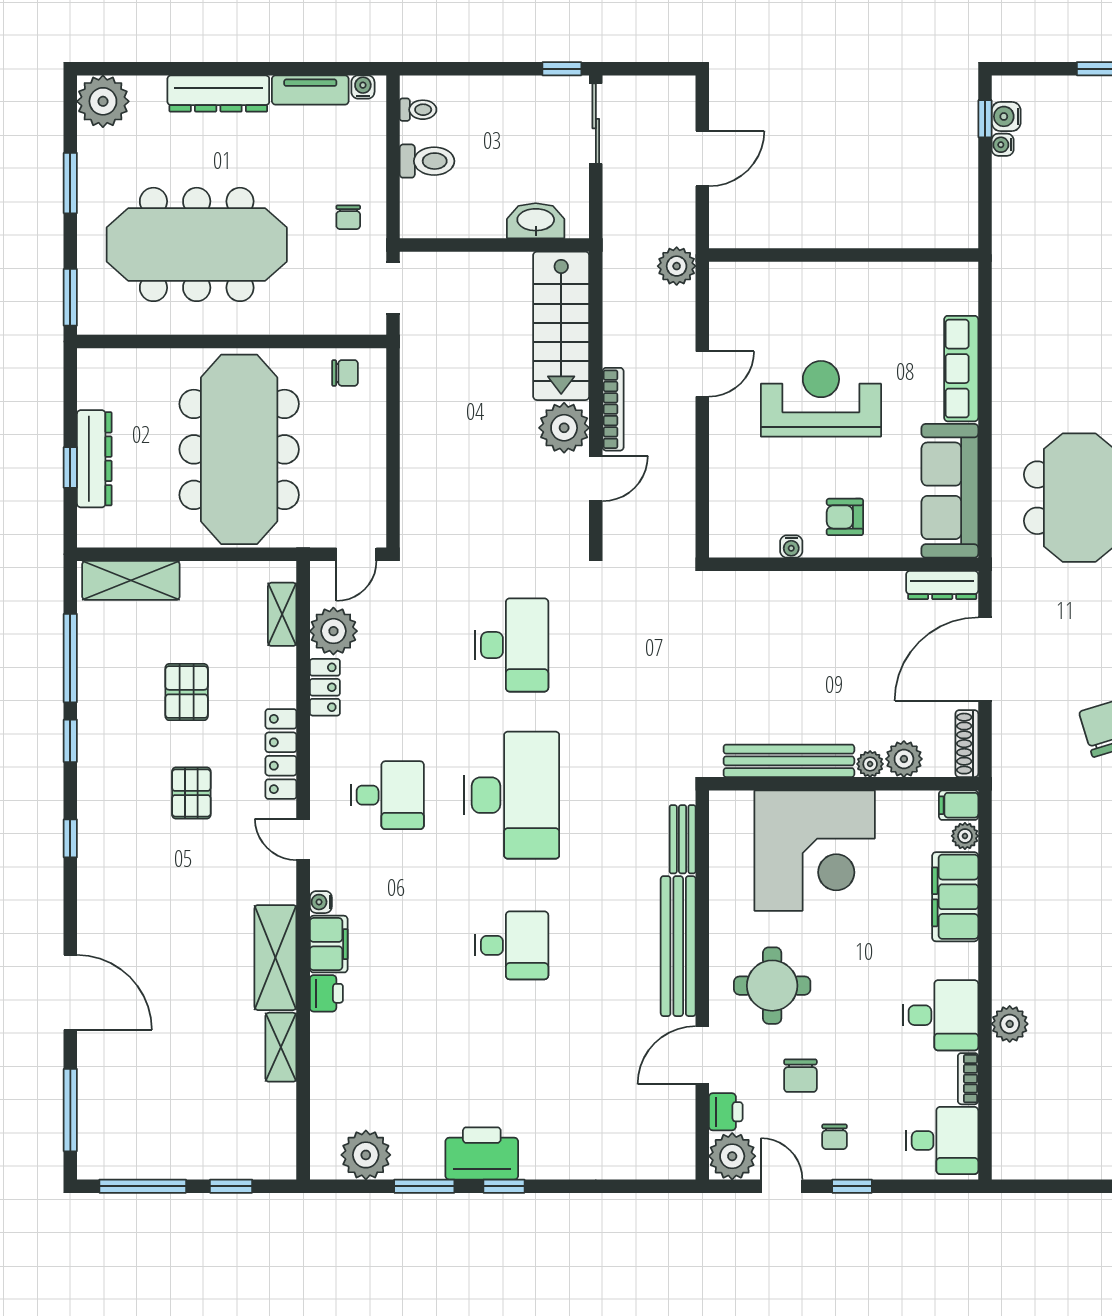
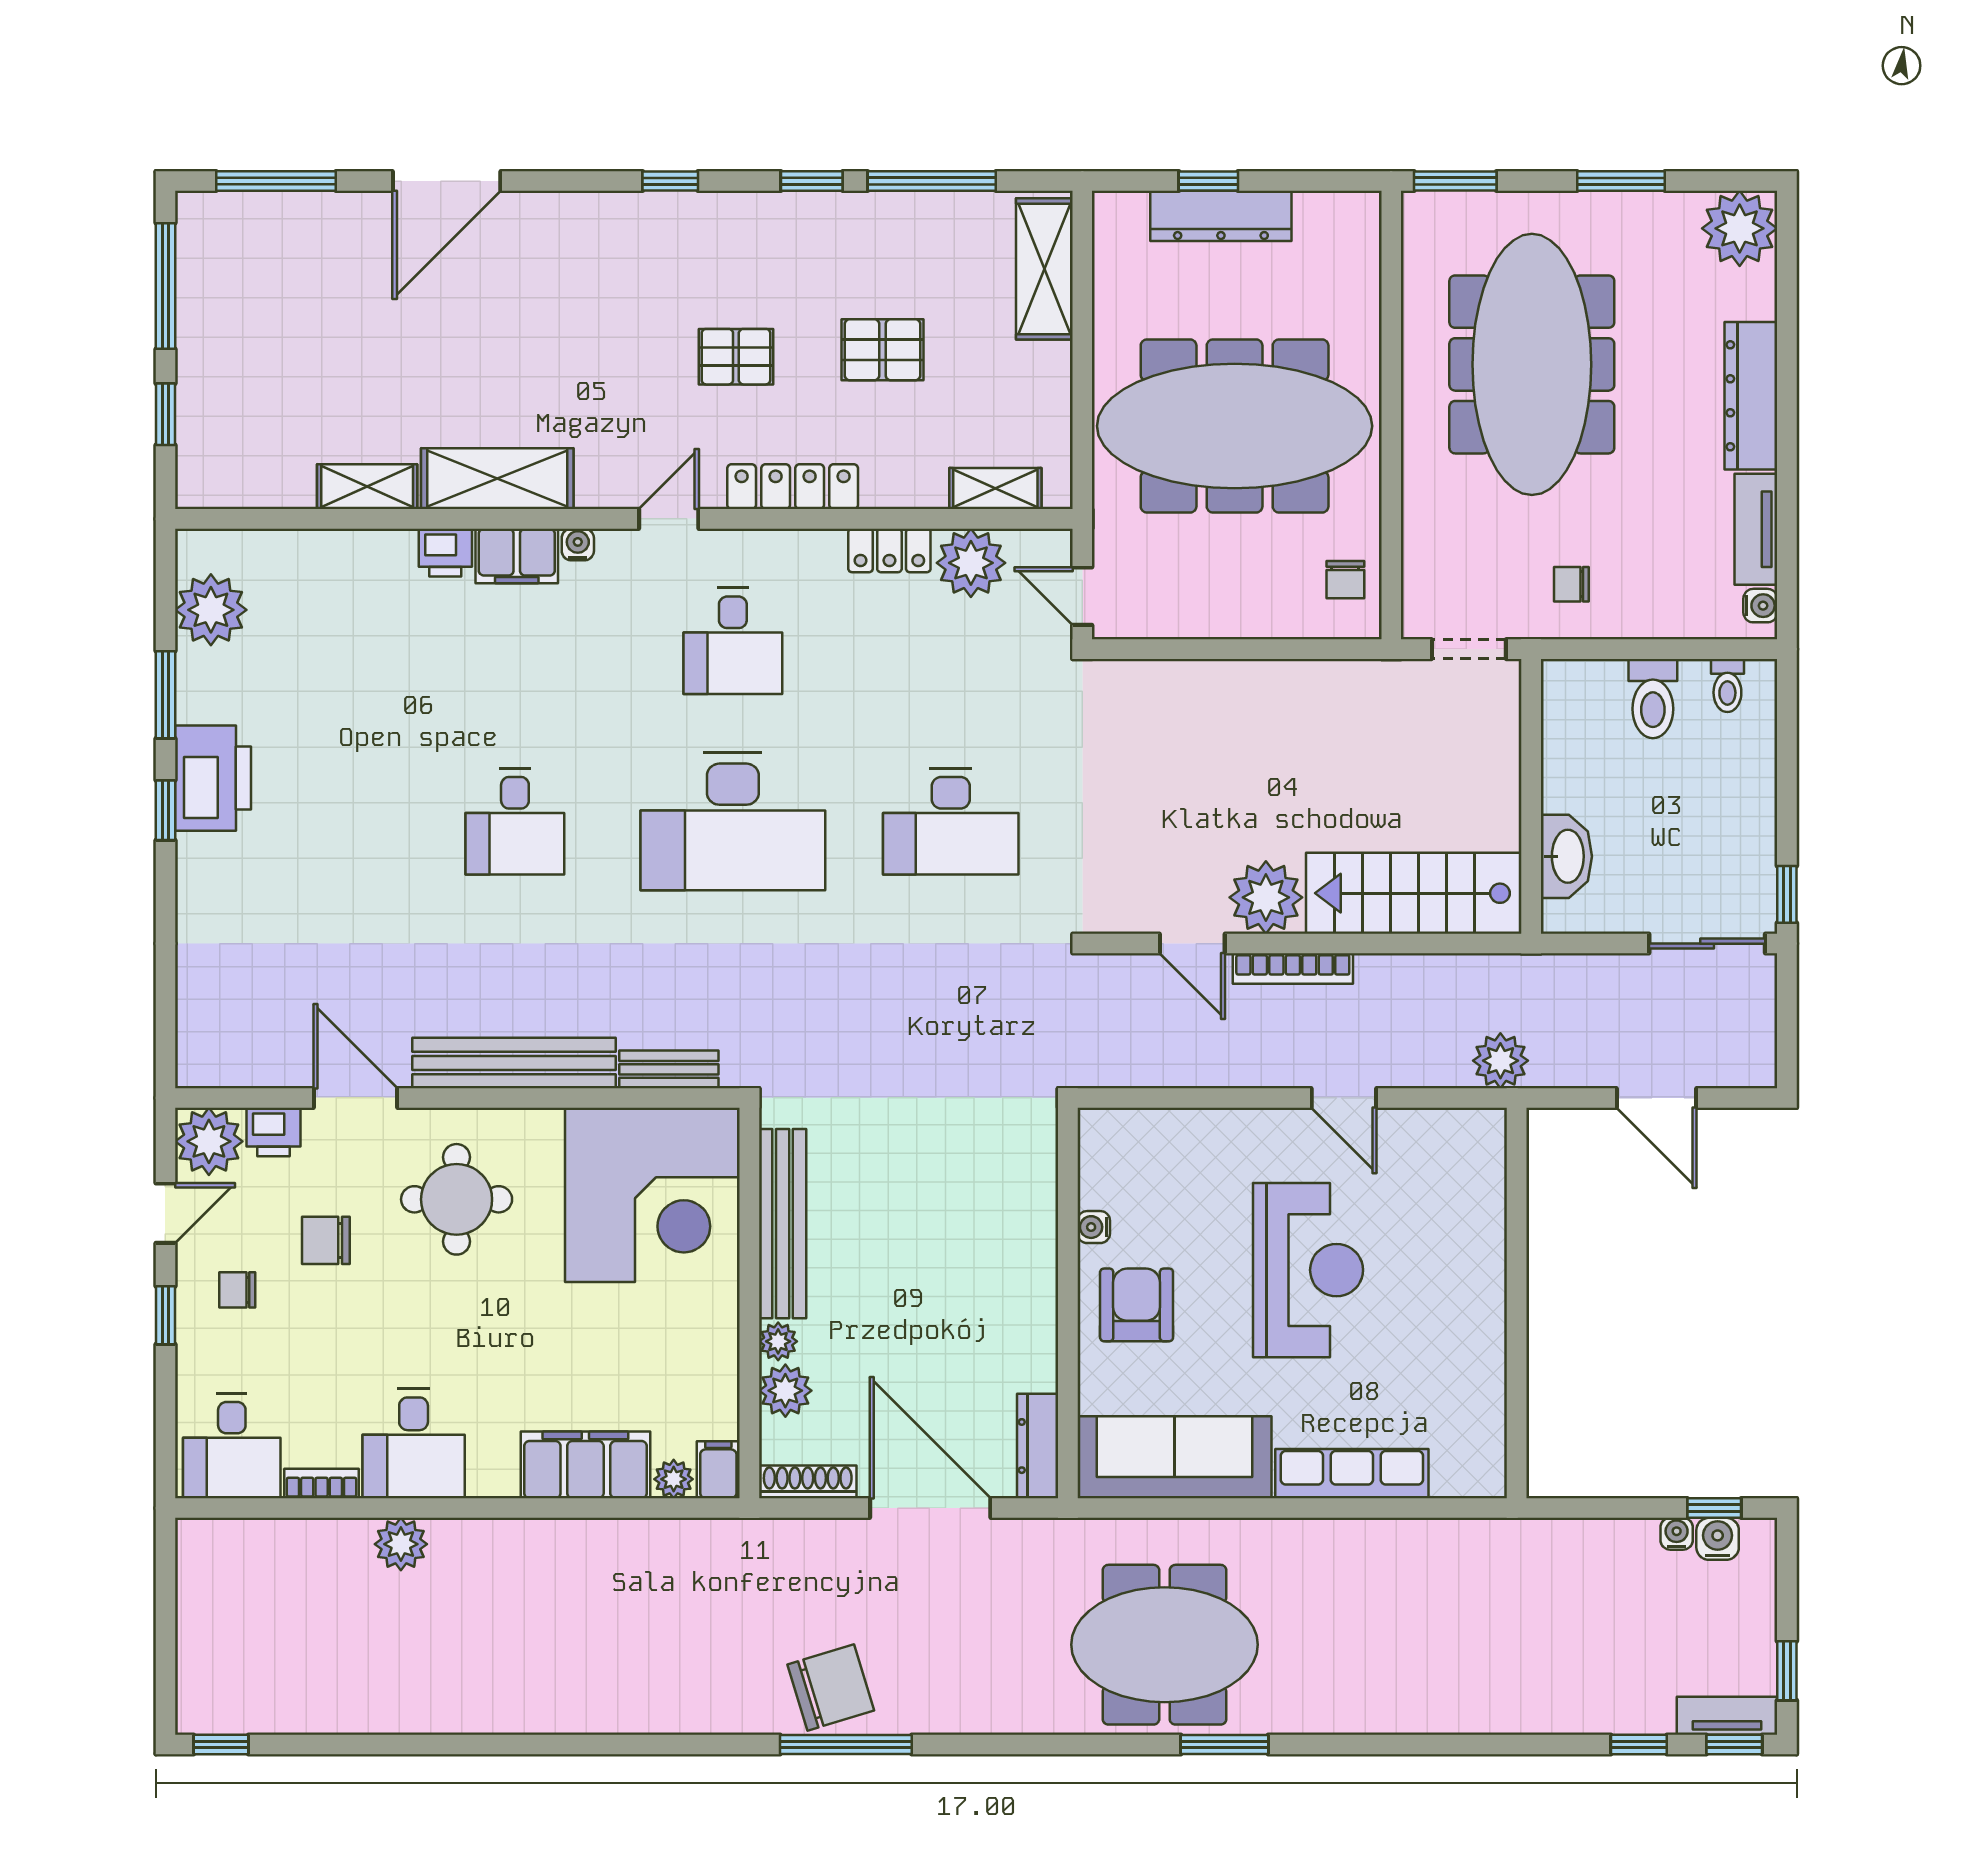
armchair: (845, 517) -> (1137, 1305), width x1.38, depth x1.38
corner desk: (815, 851) -> (652, 1195), moved, turned -90

